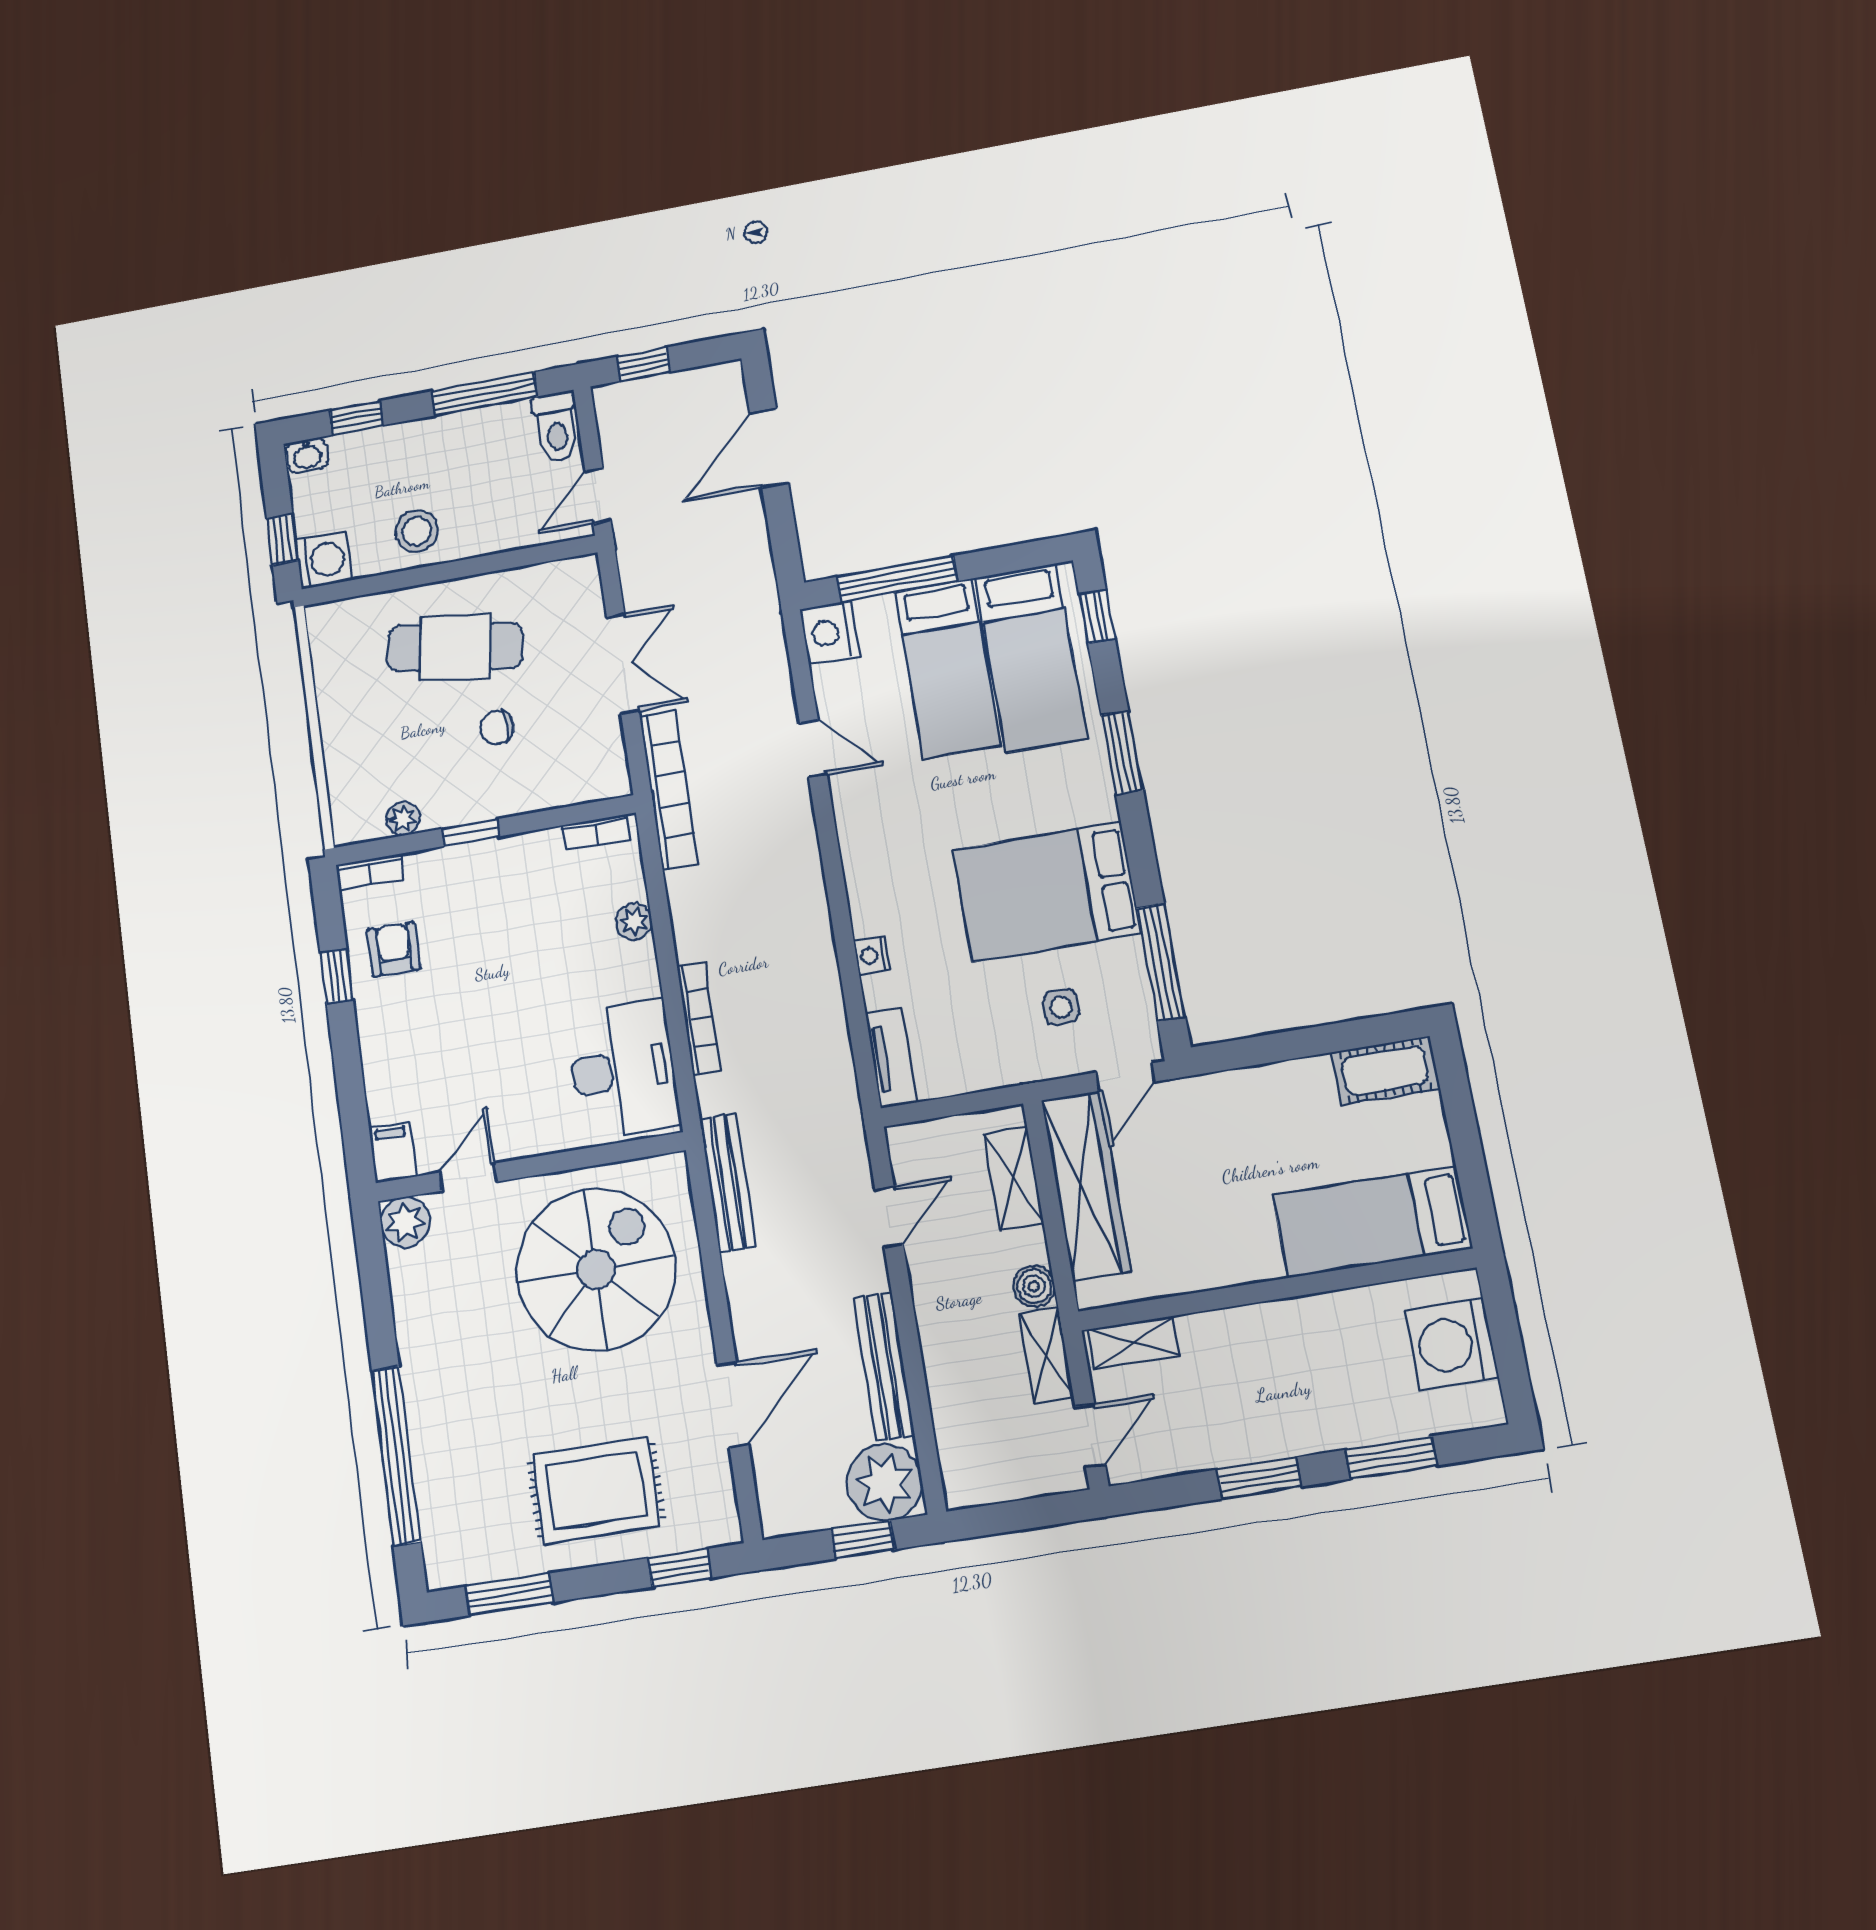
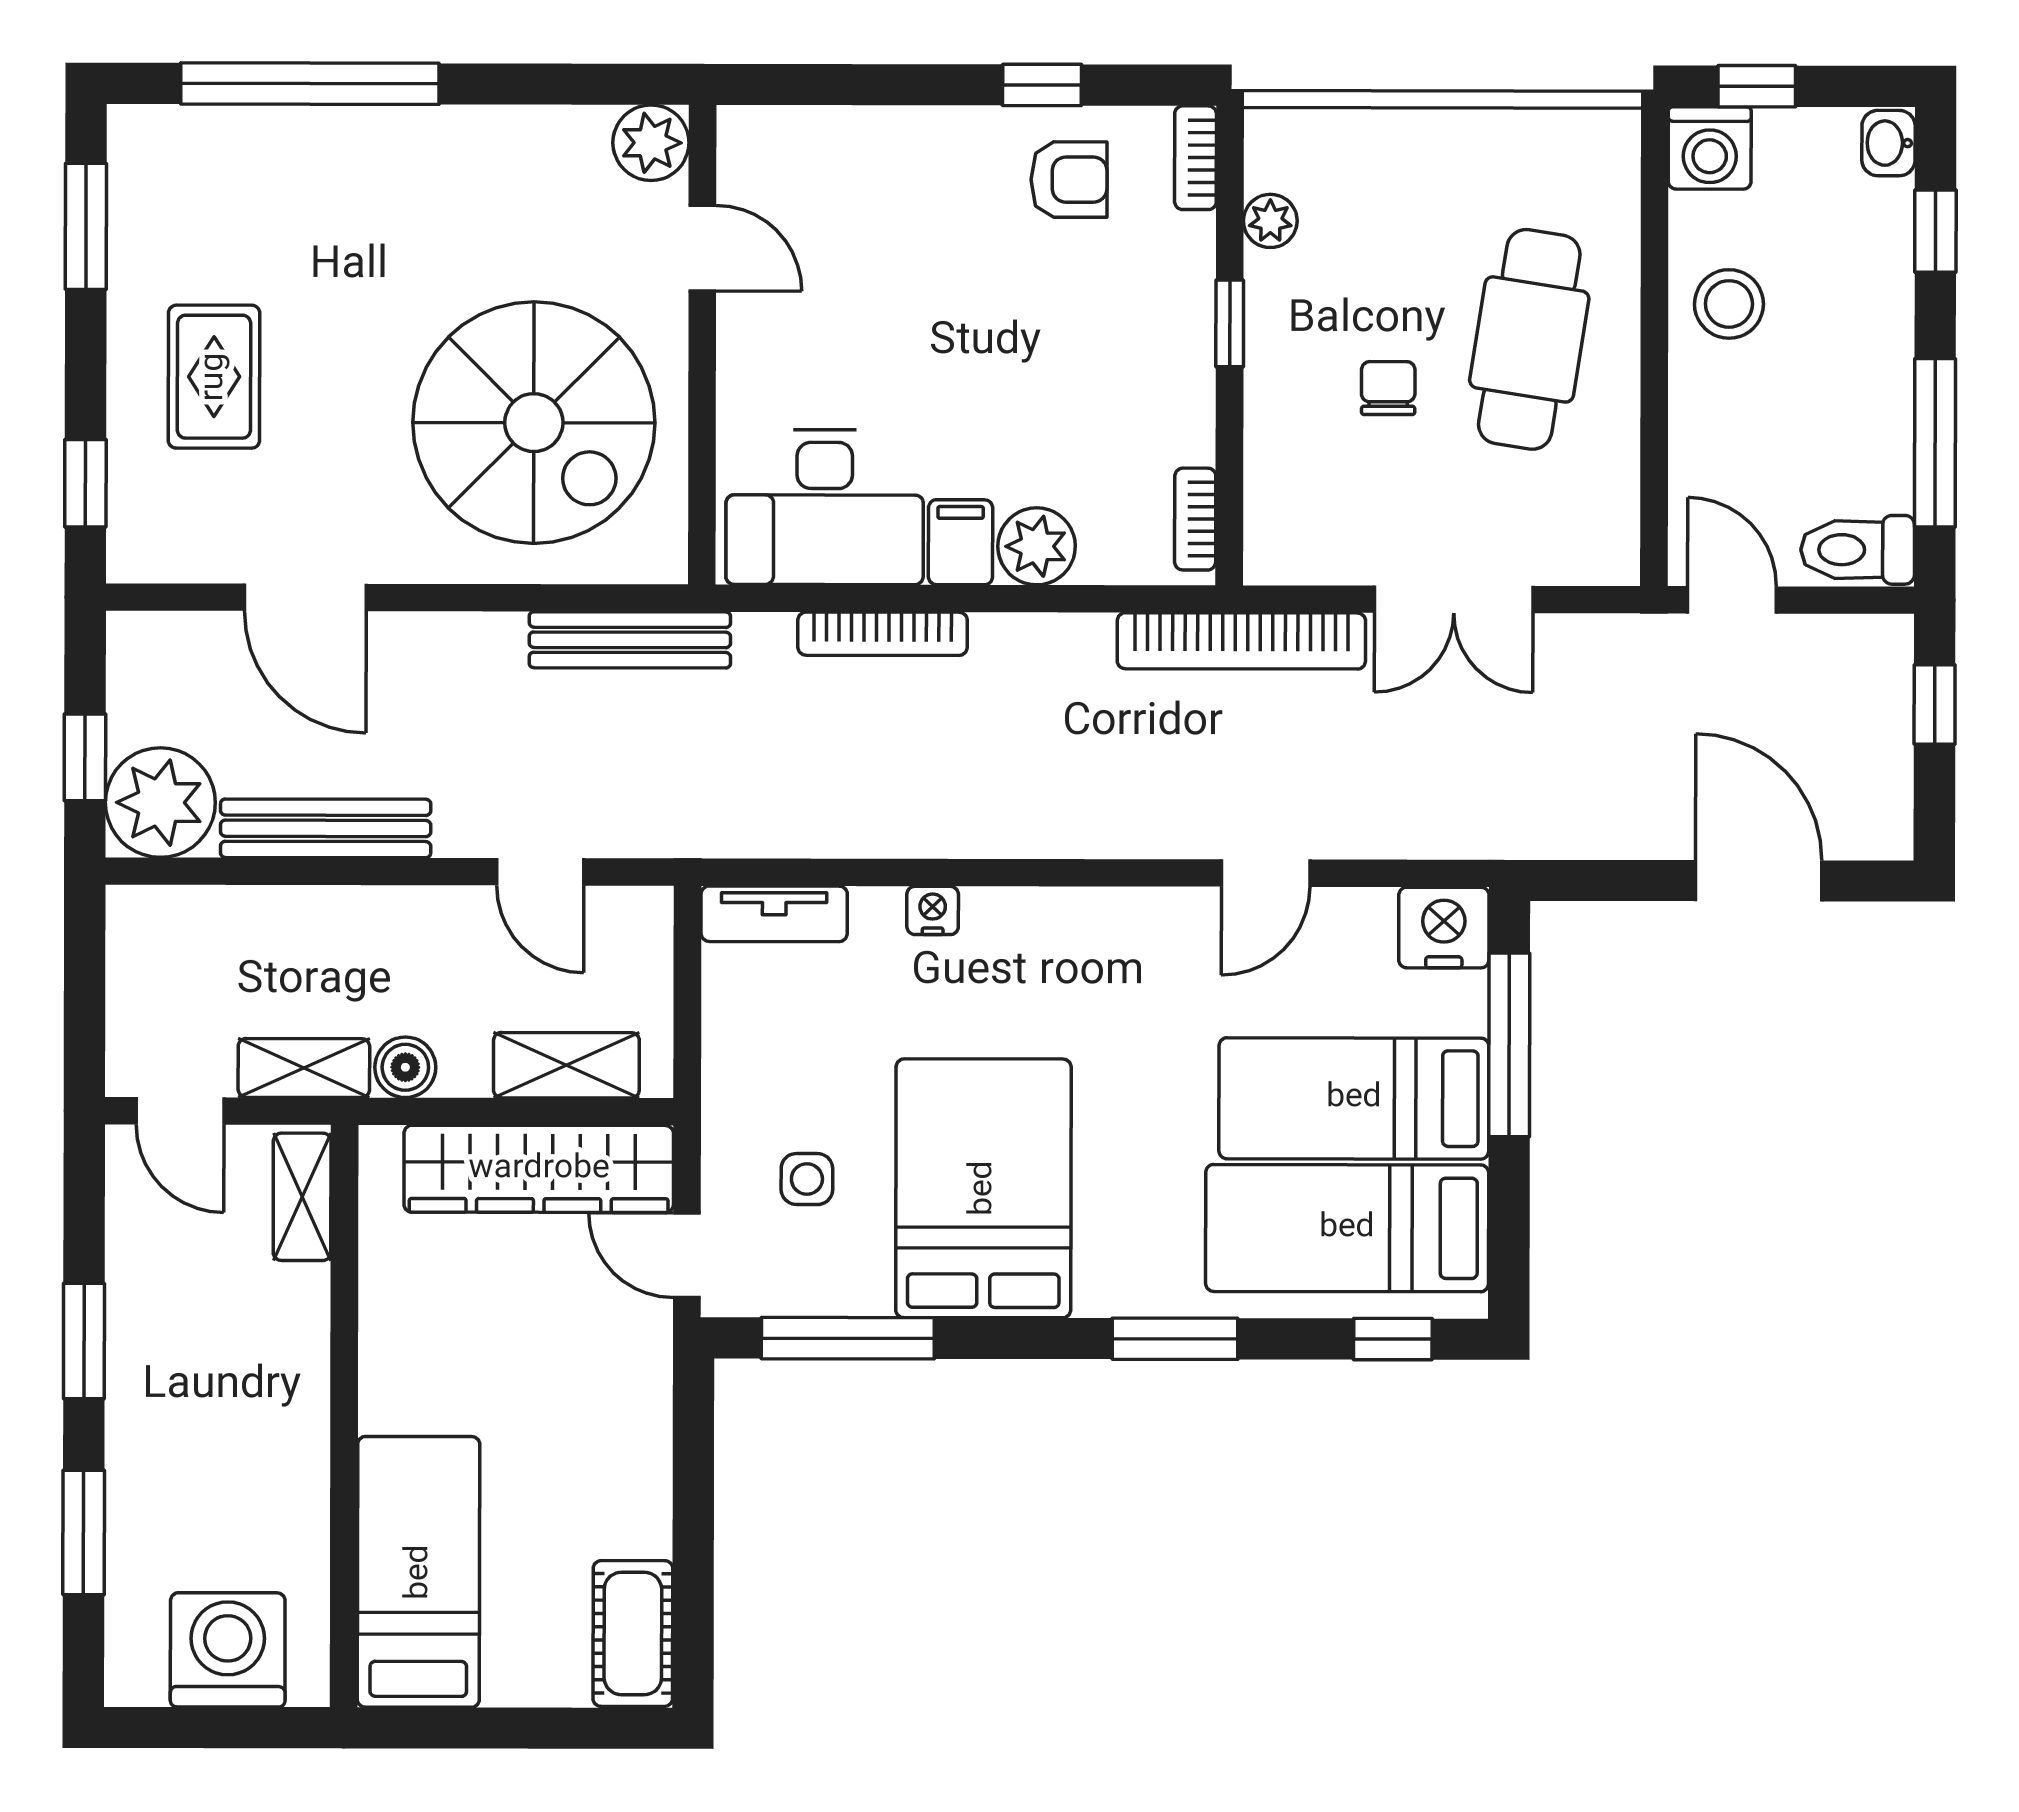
plant: (634, 921) -> (1037, 546), width x1.38, depth x1.38
filing cabinet: (392, 1152) -> (961, 542), moved, turned -90
rug: (596, 1490) -> (214, 377), width x0.73, depth x0.70

